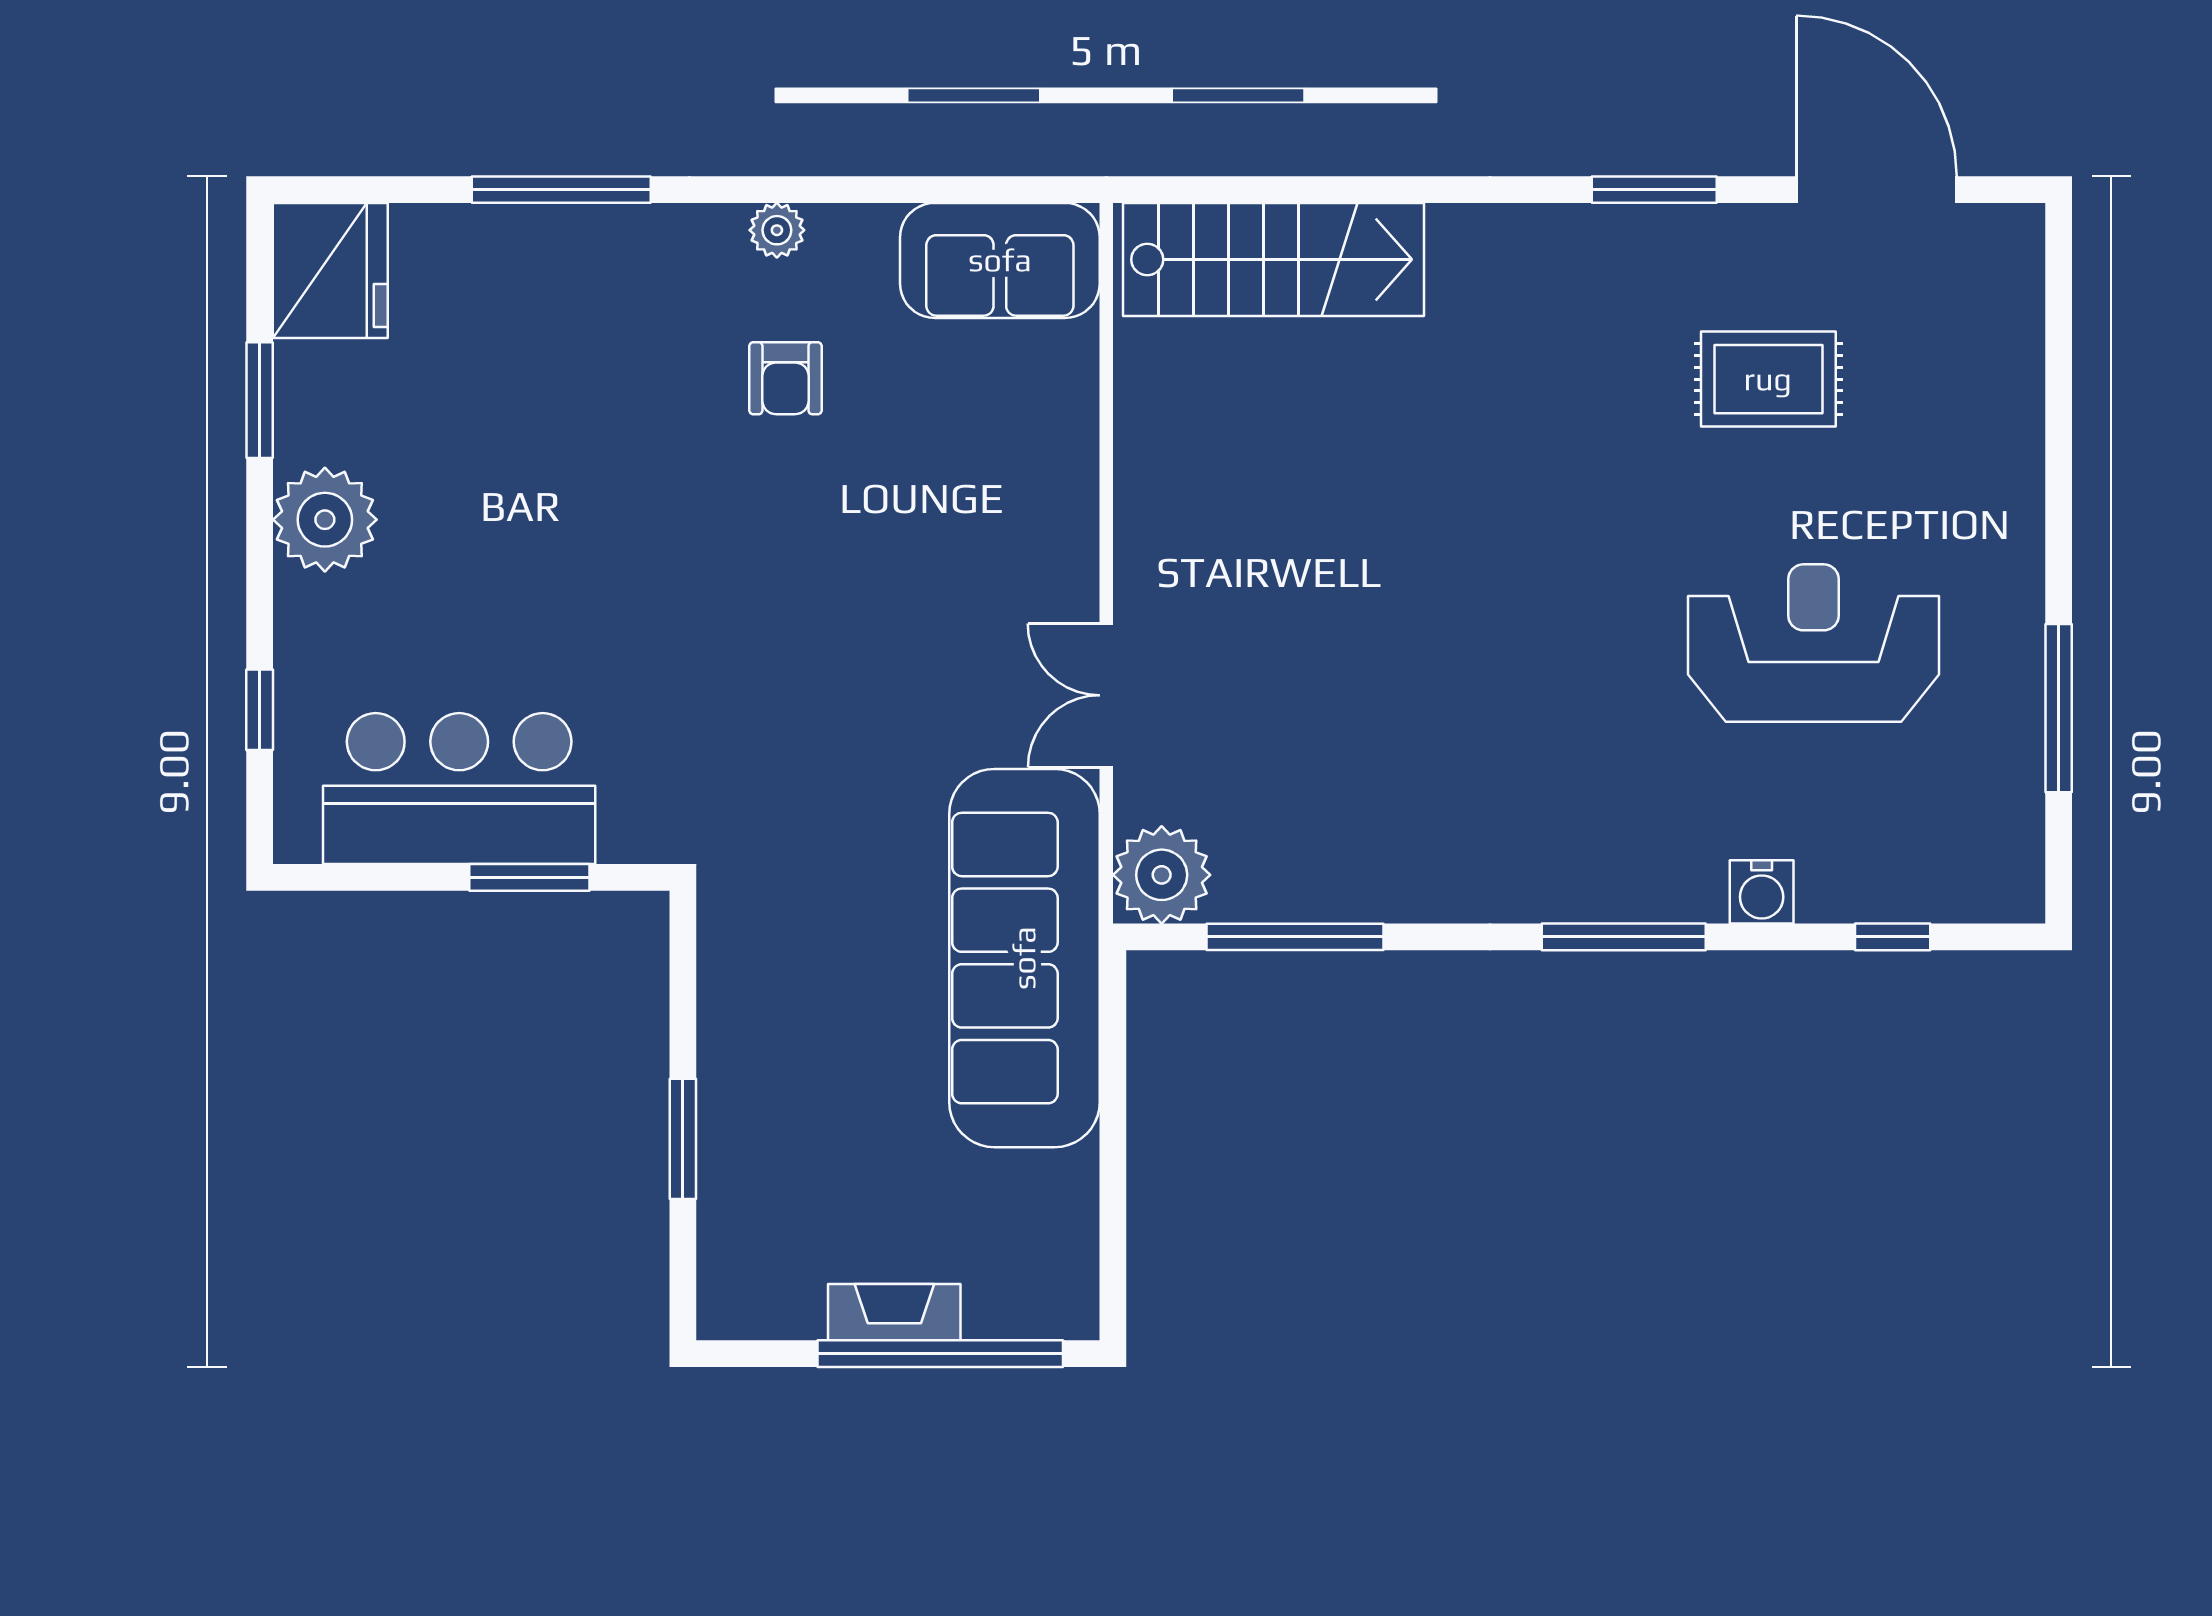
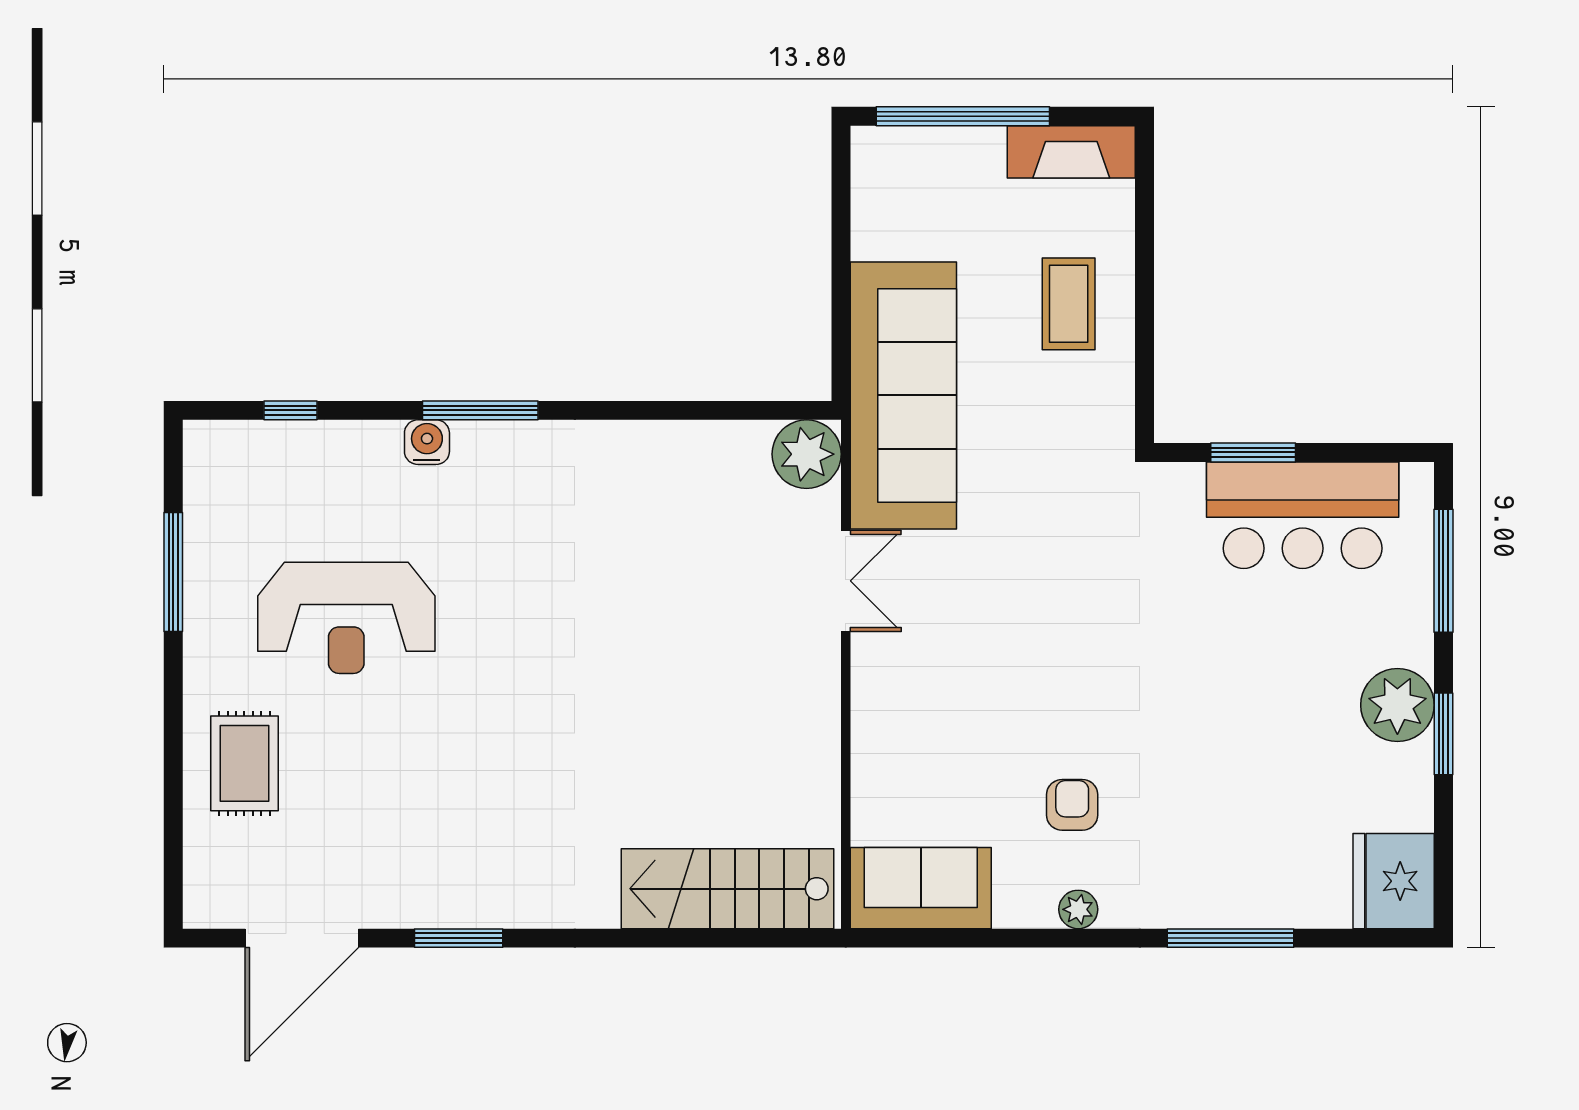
door: (1876, 190) -> (302, 938), hinge flipped
rug: (1768, 379) -> (244, 763), moved, turned 90
window: (260, 400) -> (1443, 734), moved
window: (260, 710) -> (1443, 571), width x2.17
water cooler: (1762, 892) -> (427, 442), moved
window: (1295, 937) -> (712, 410), removed
coffee table: (791, 1088) -> (1069, 304), added
window: (683, 1139) -> (1145, 268), removed
fireplace: (894, 1312) -> (1071, 152), moved, width x1.37, depth x1.32

